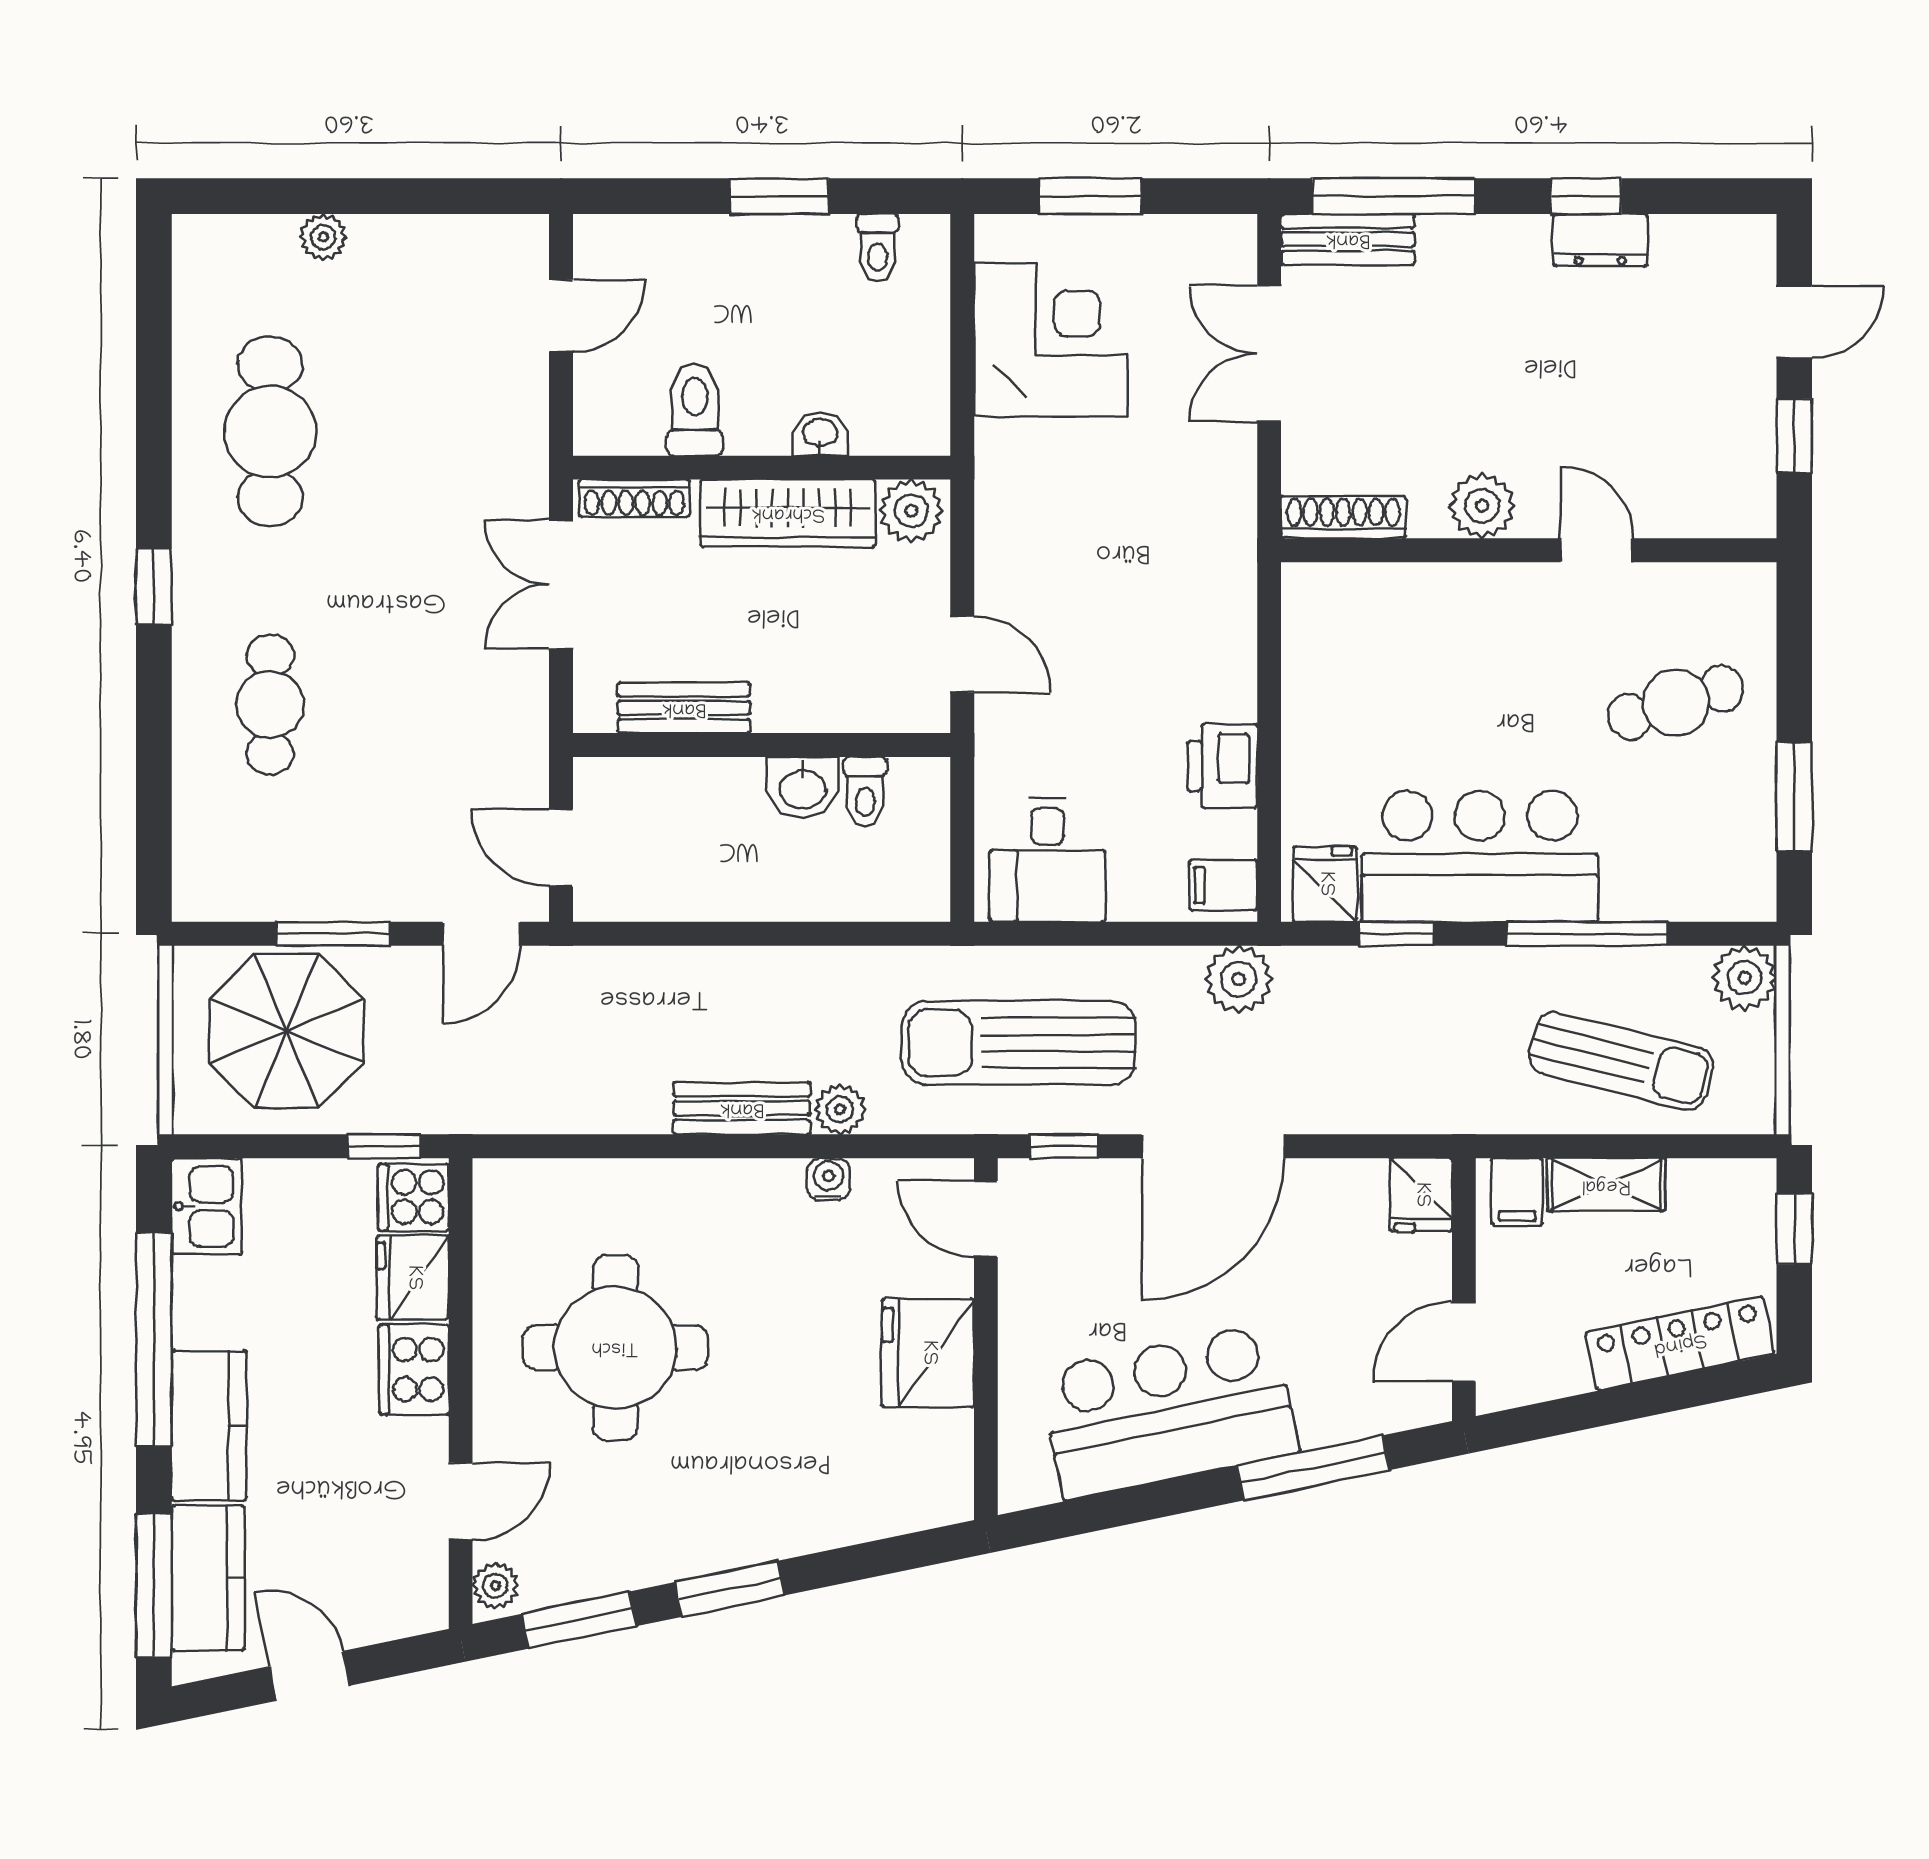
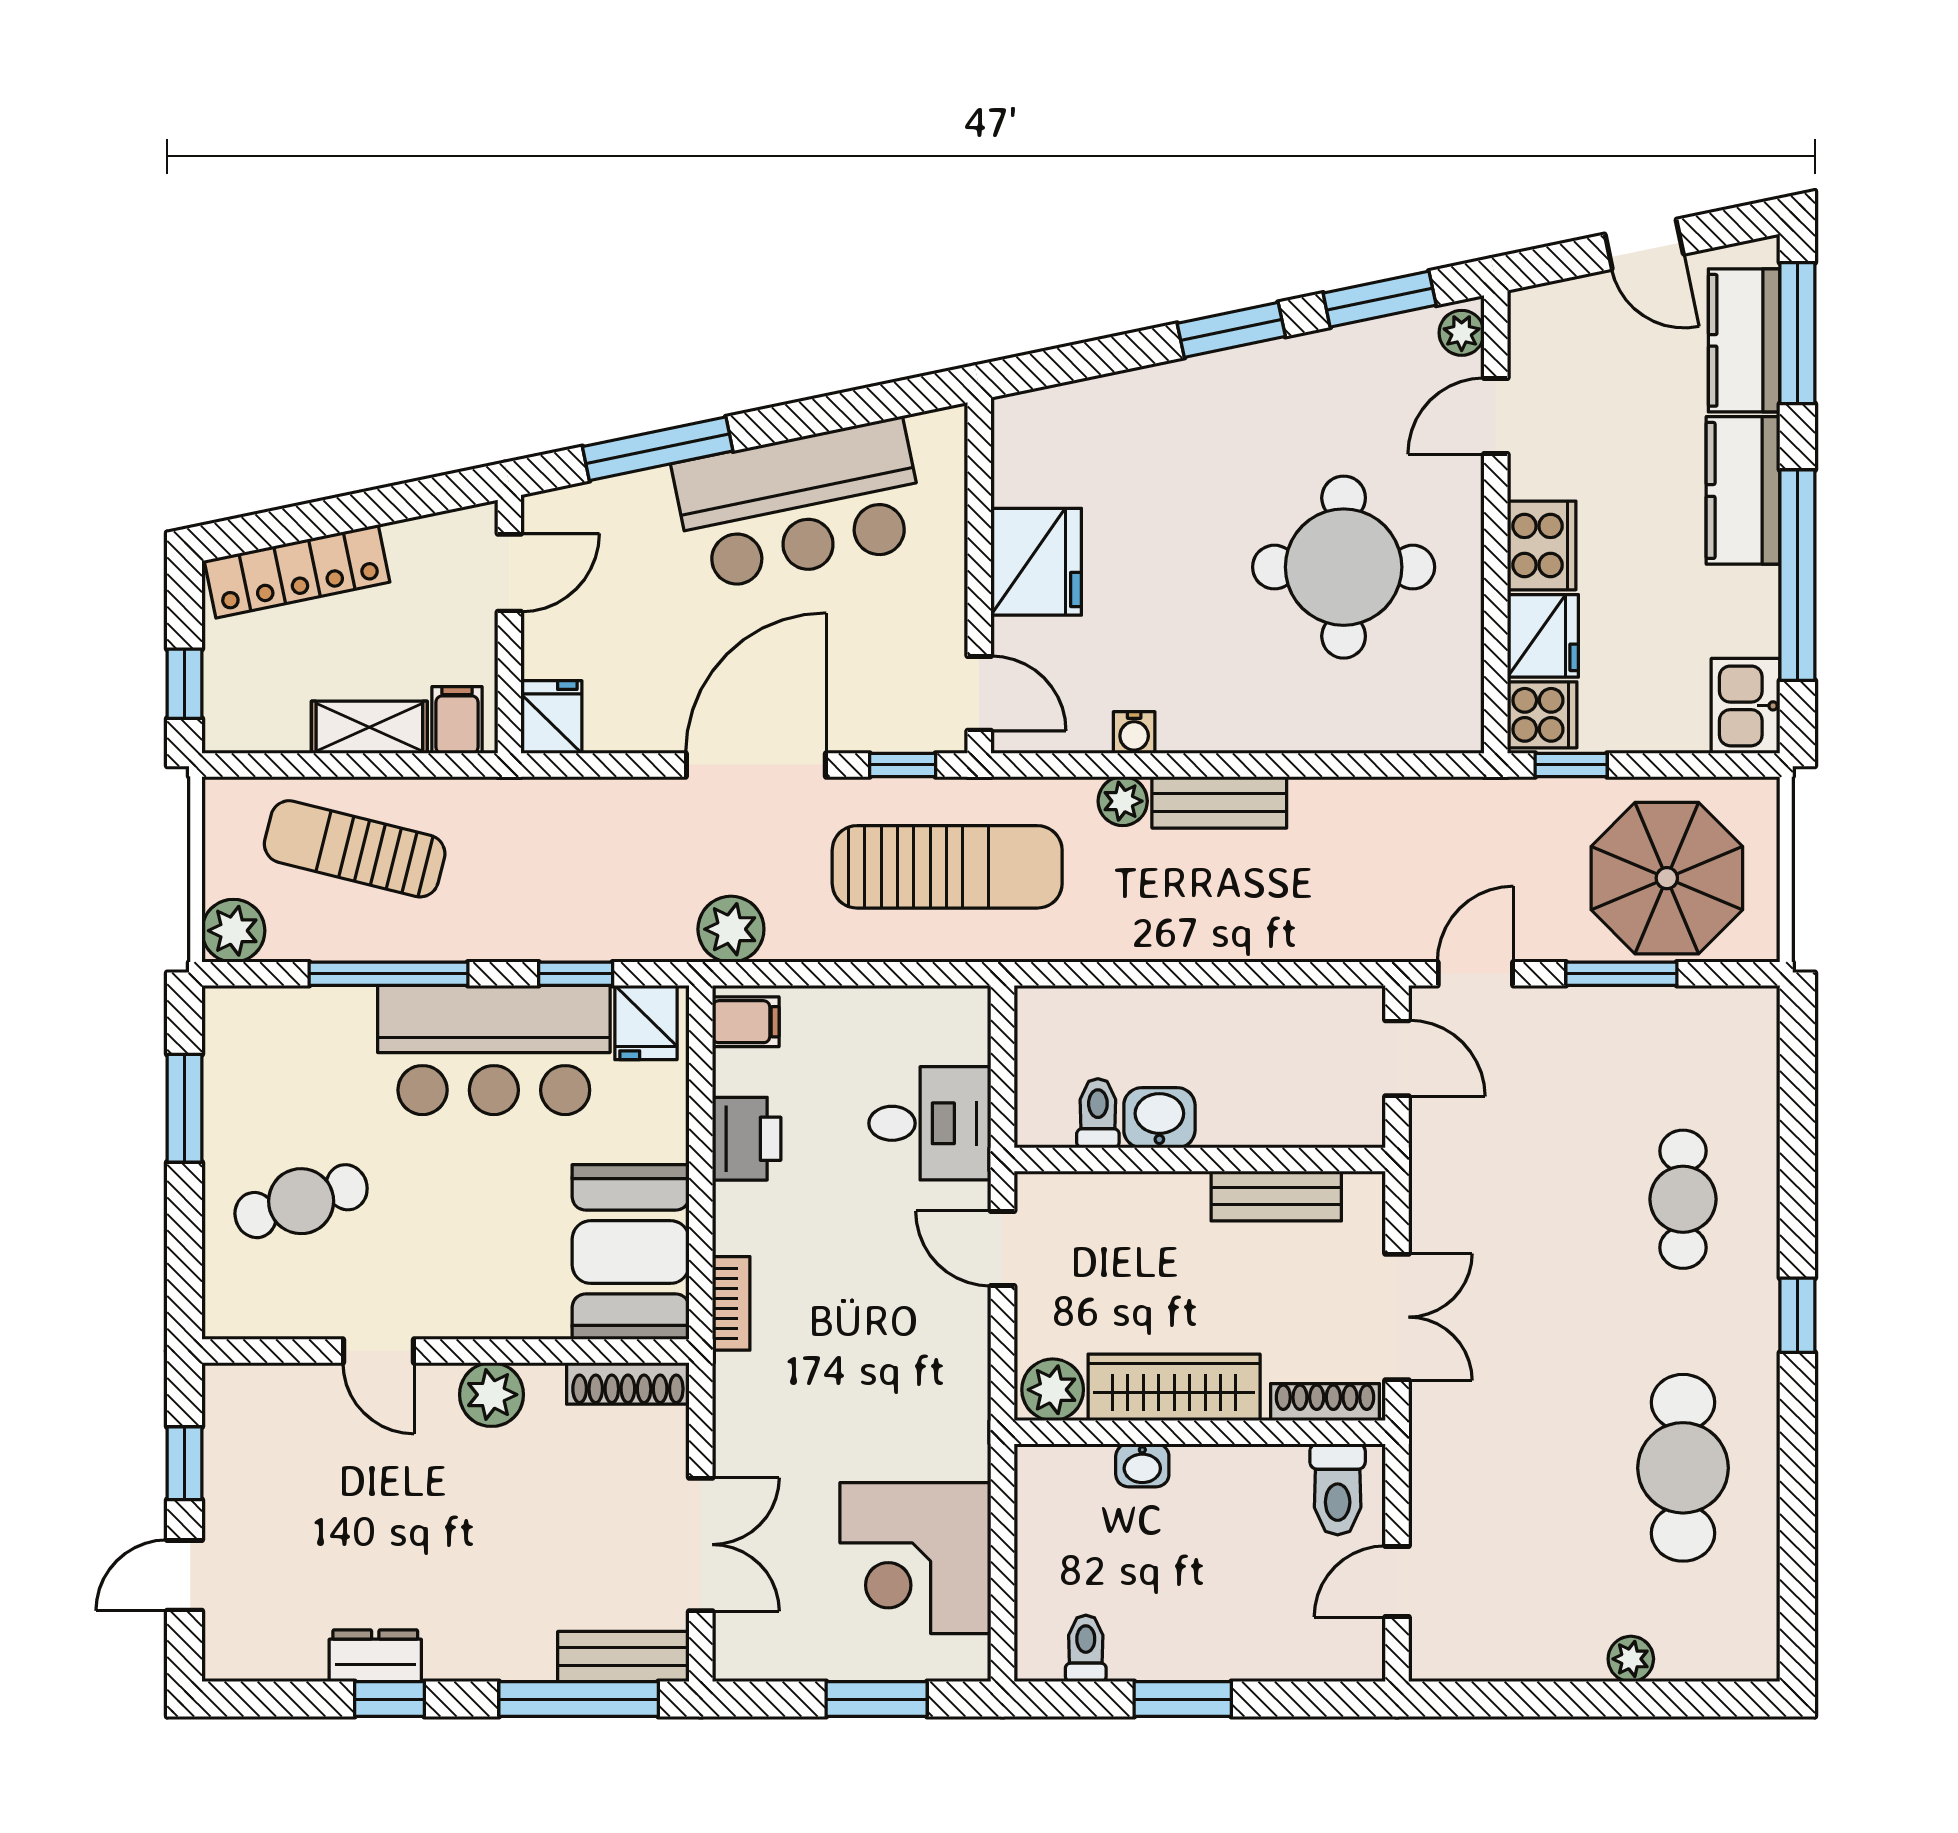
toilet: (695, 409) -> (1338, 1489), moved
bookcase: (1238, 599) -> (731, 1303), added
booth: (1340, 651) -> (631, 1252), added
desk: (1048, 860) -> (930, 1123), moved, turned 90

